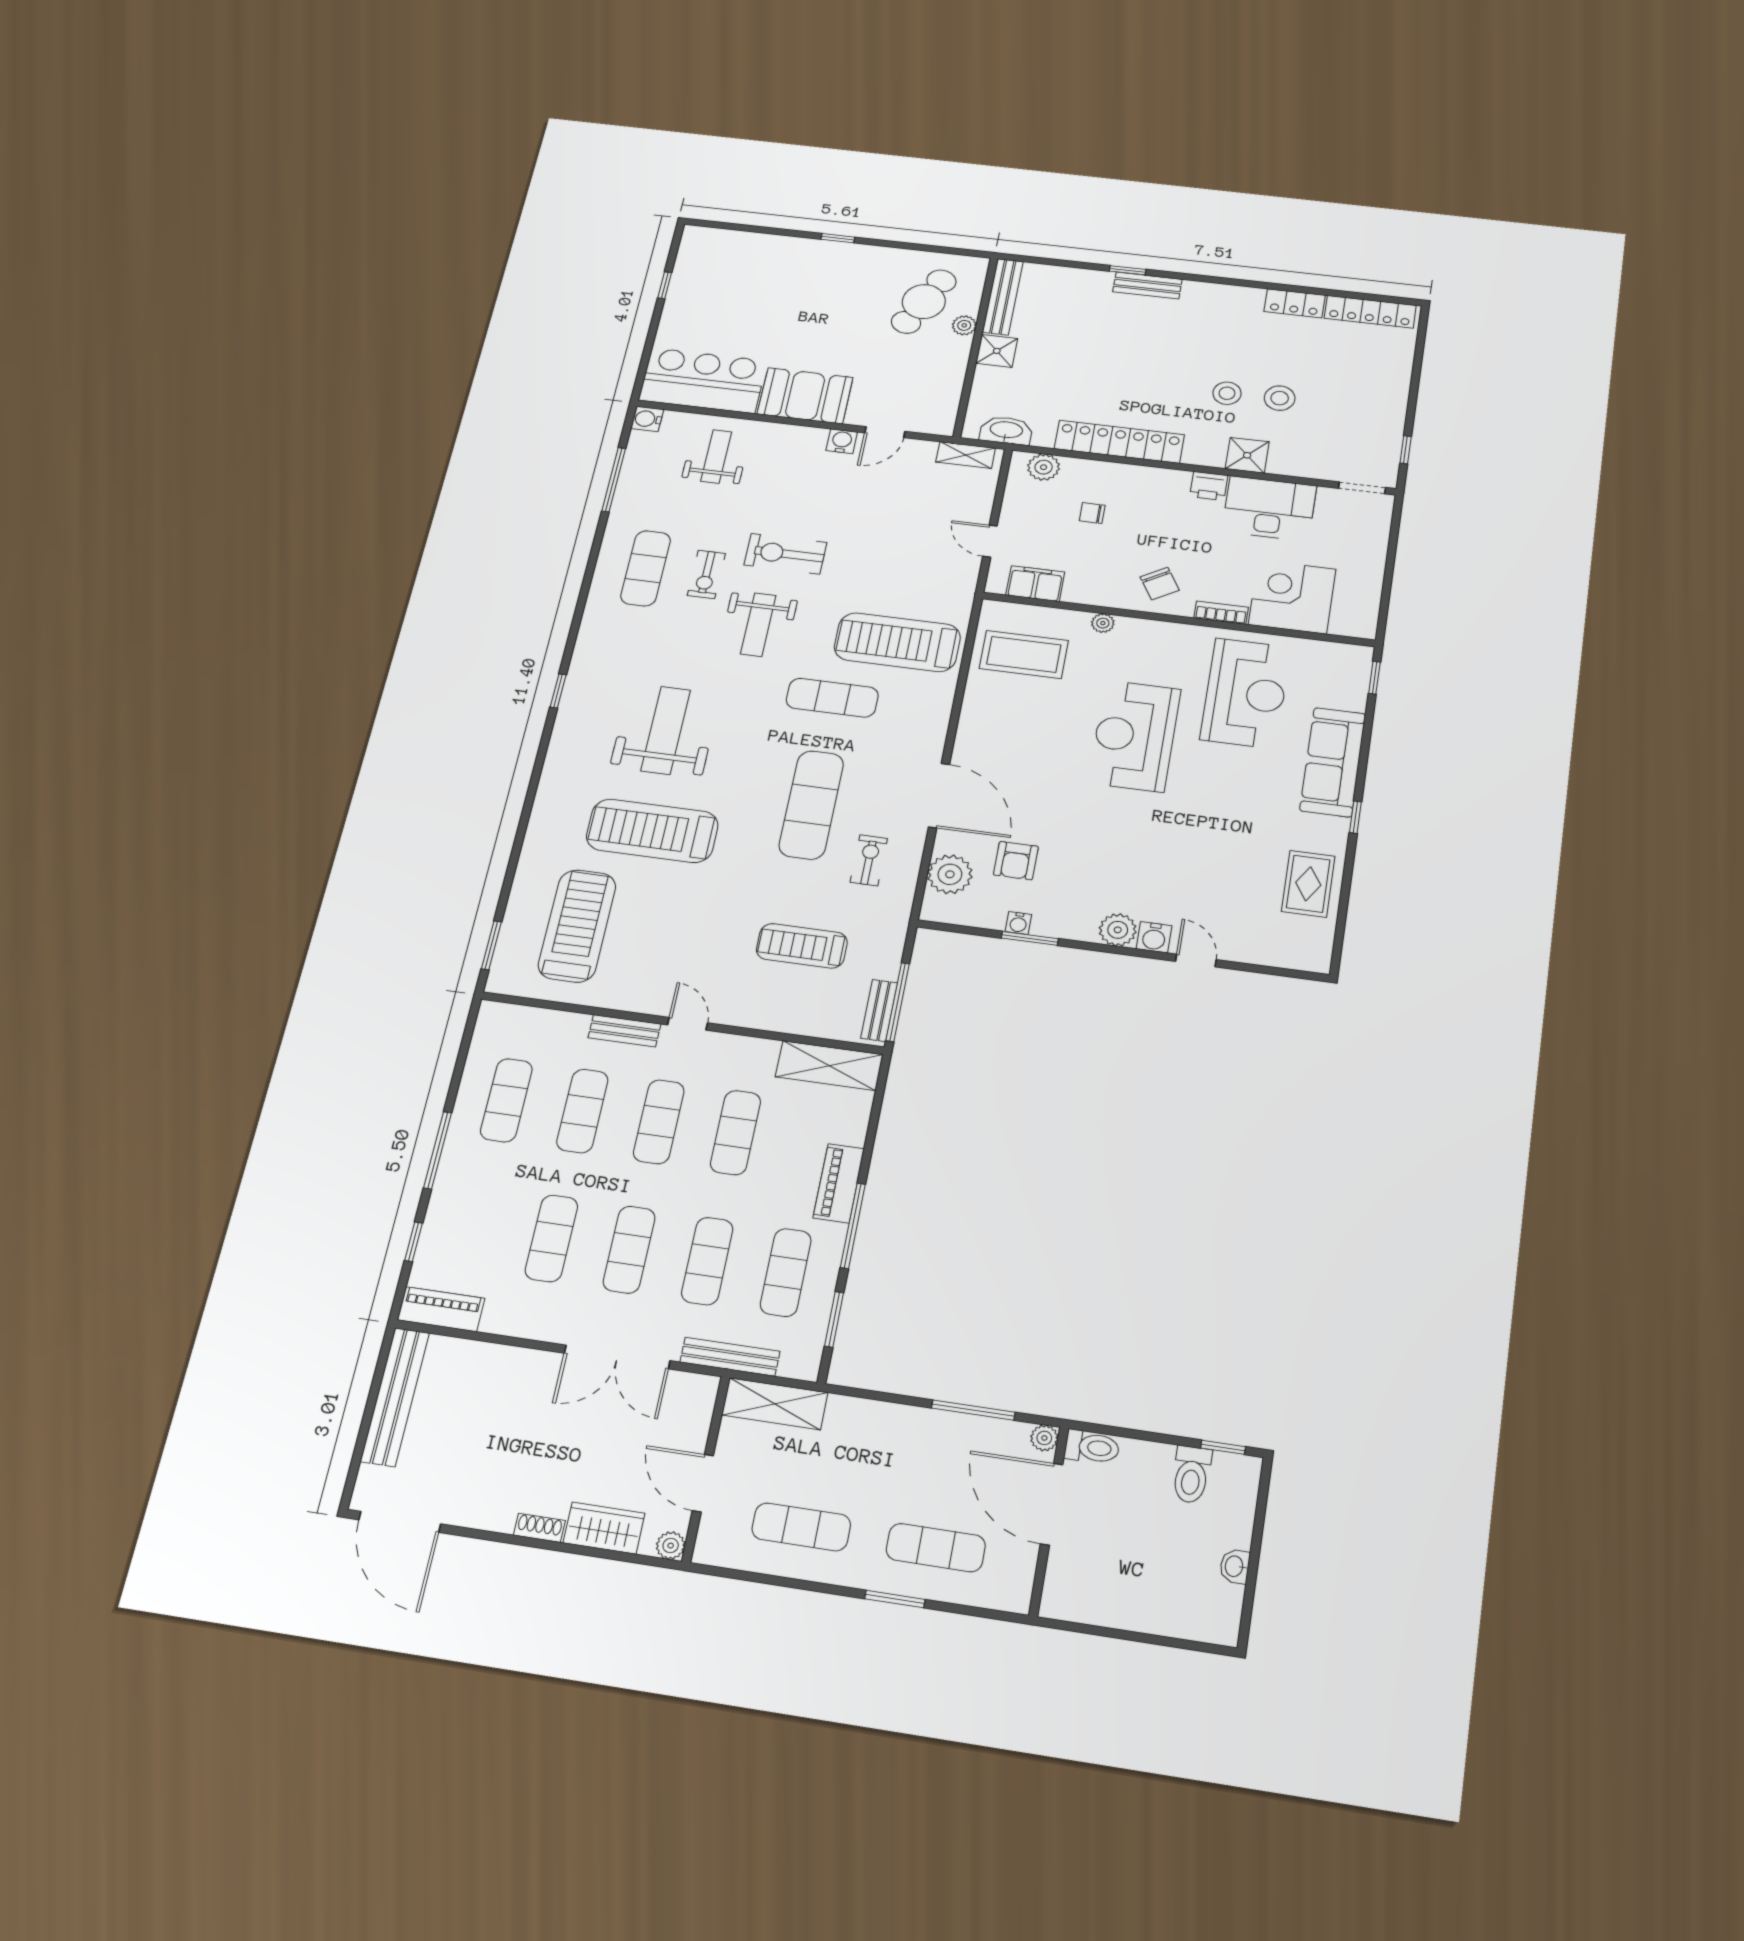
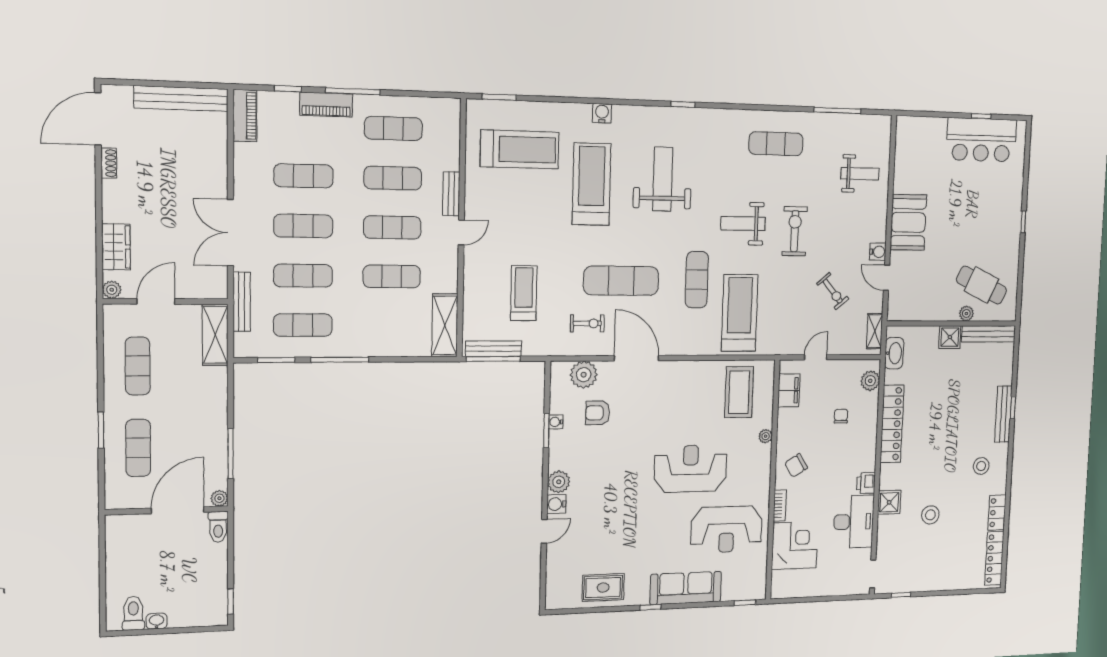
bench: (1147, 285) -> (1003, 414), width x1.36
bar counter: (703, 380) -> (981, 140), moved, turned 90
stool: (1227, 393) -> (981, 466), moved
water cooler: (647, 419) -> (602, 113), moved
exercise bike: (706, 574) -> (833, 291), moved, turned -130
weight bench: (666, 730) -> (663, 179), turned -90
door: (939, 796) -> (637, 358), swing flipped
bench: (879, 1010) -> (493, 349), width x1.36
piano: (839, 1183) -> (326, 105), moved, turned 180
toilet: (1191, 1475) -> (133, 613), moved, turned 90
shoe rack: (539, 1528) -> (109, 163), moved

